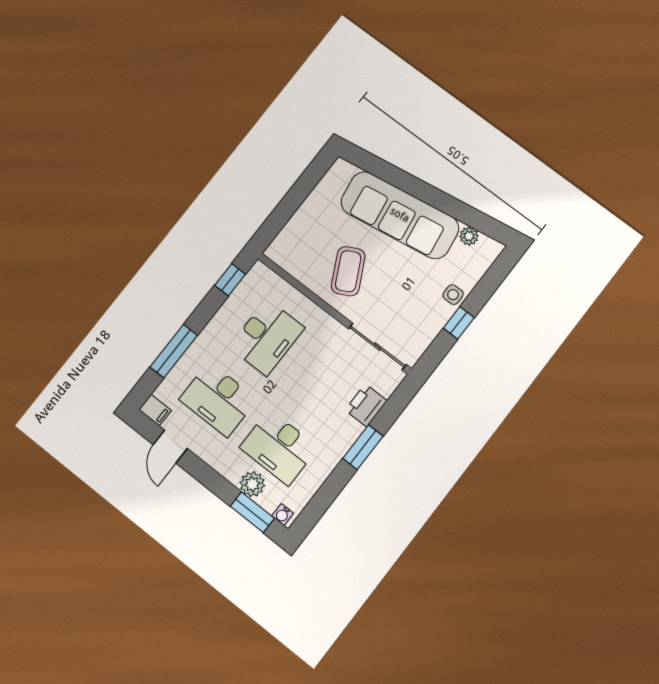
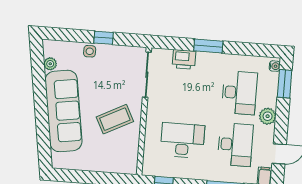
plant: (252, 484) -> (268, 116), moved

